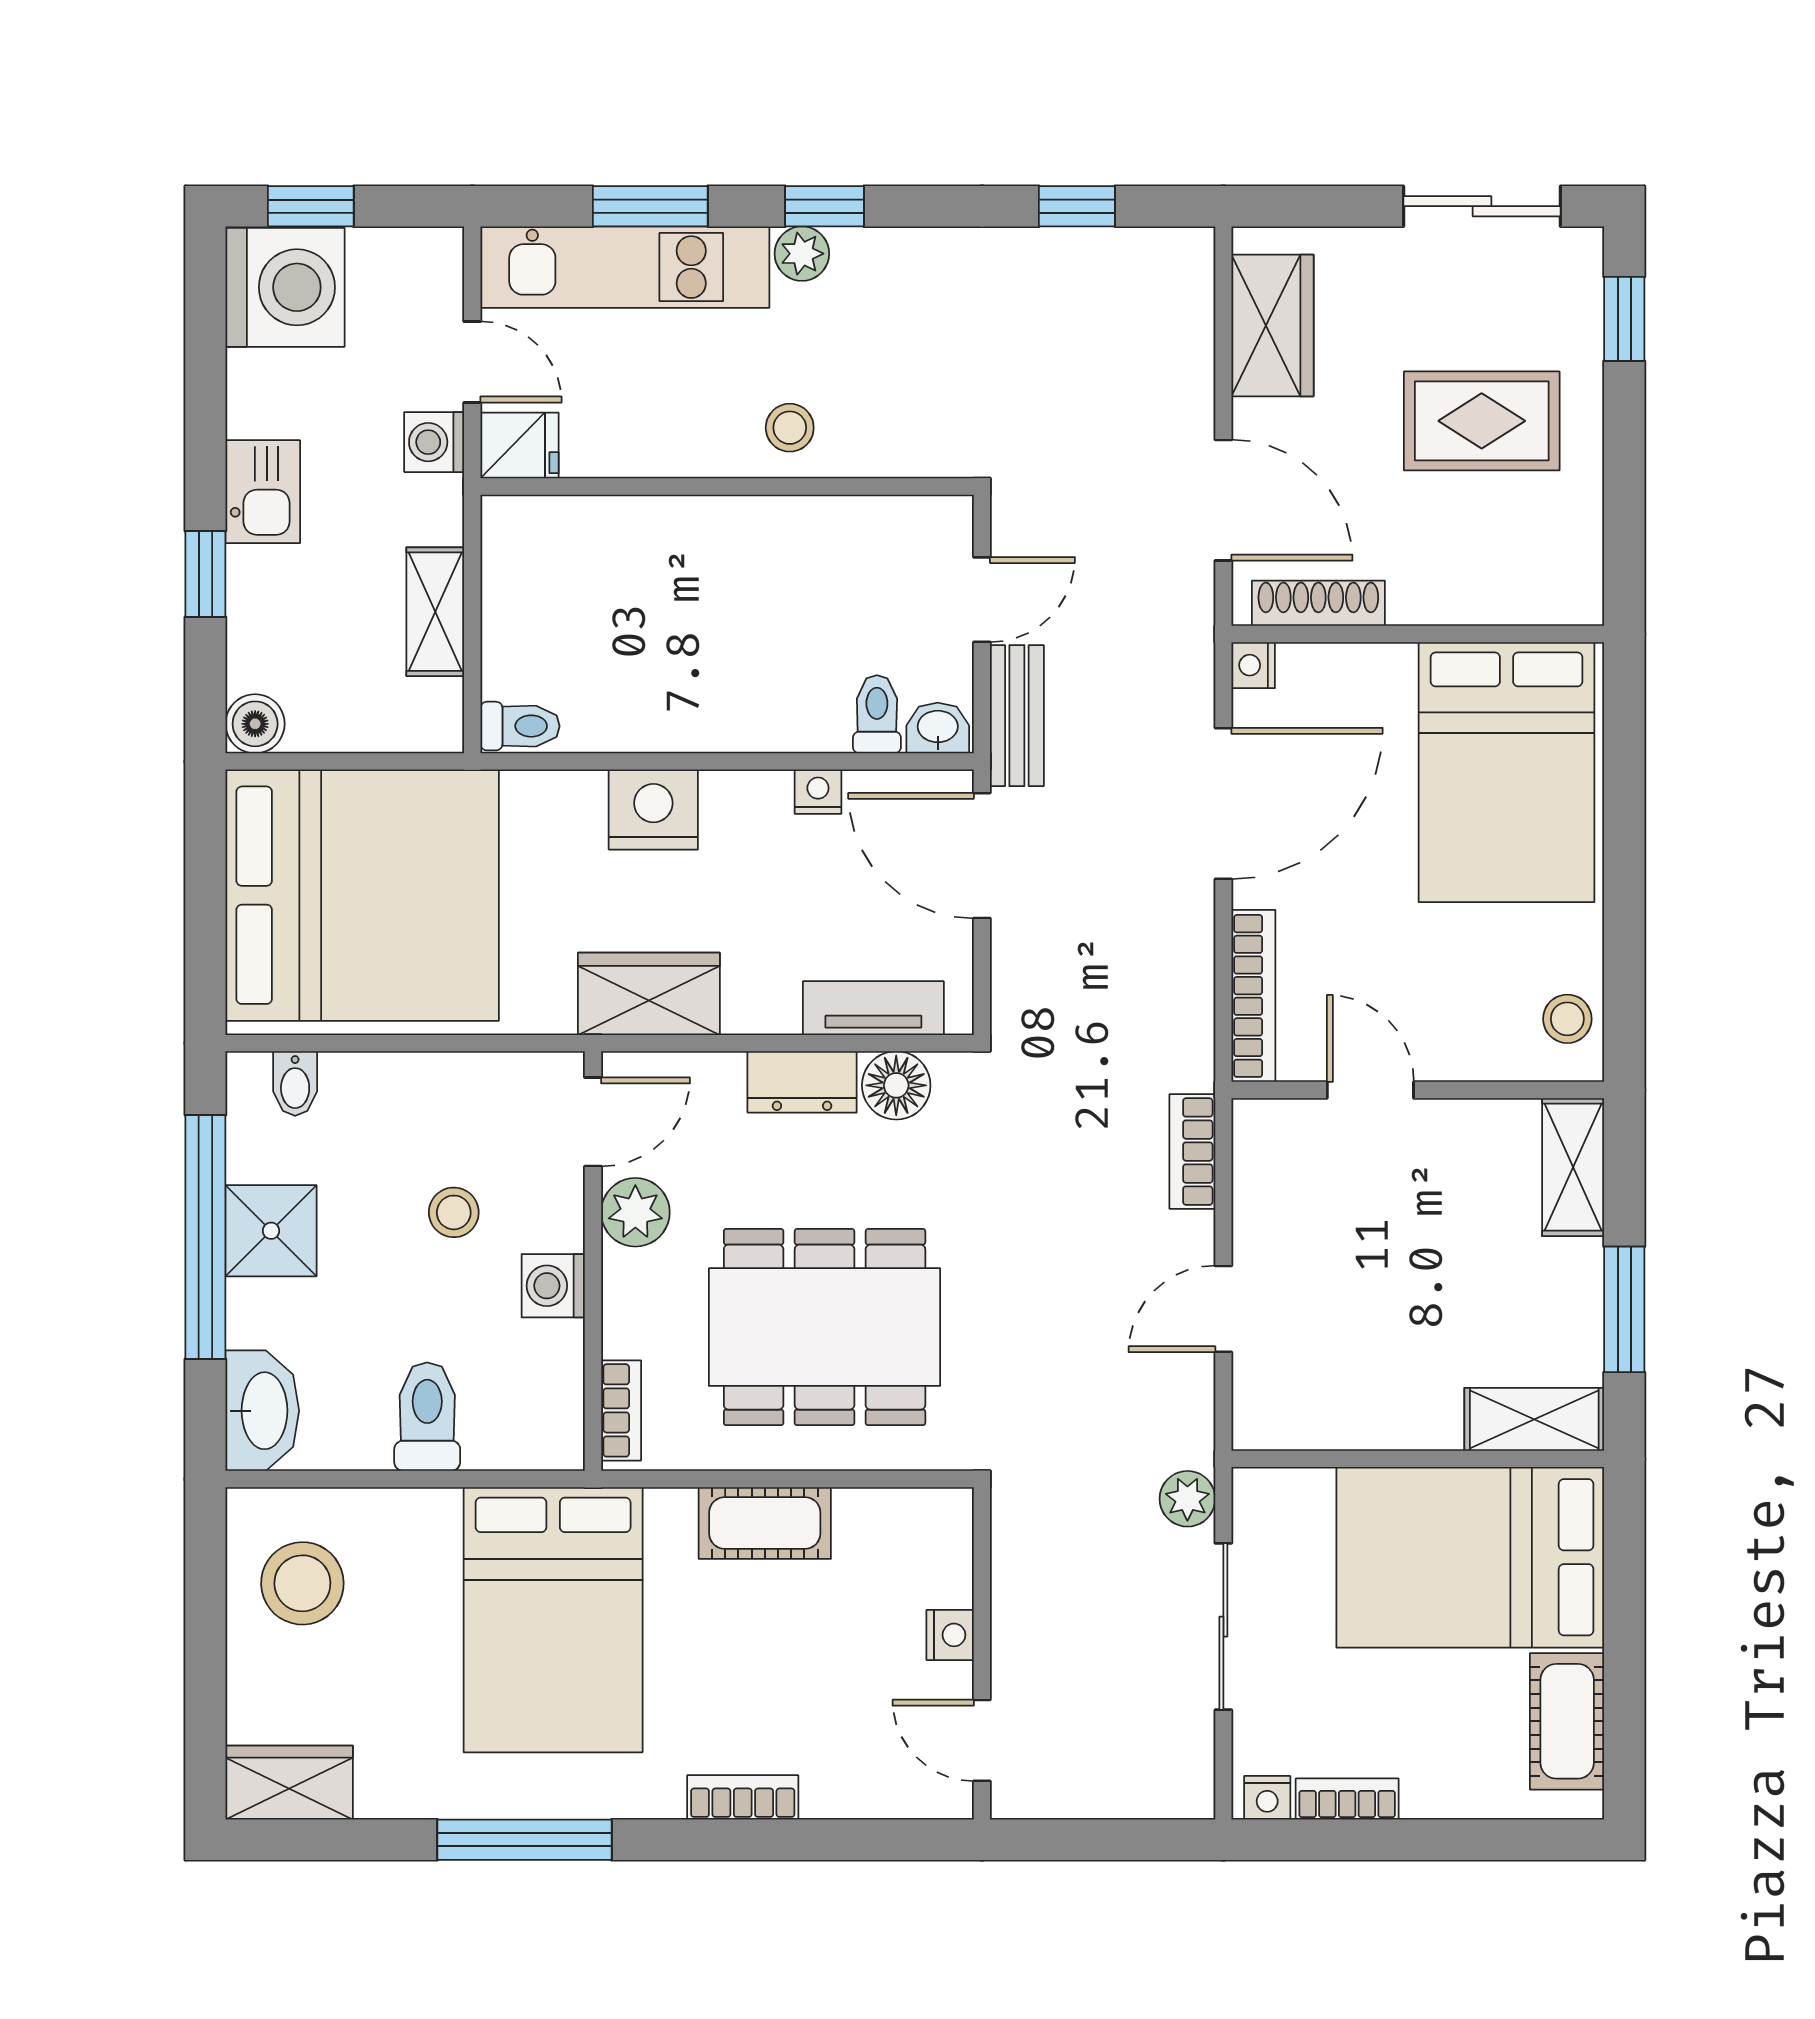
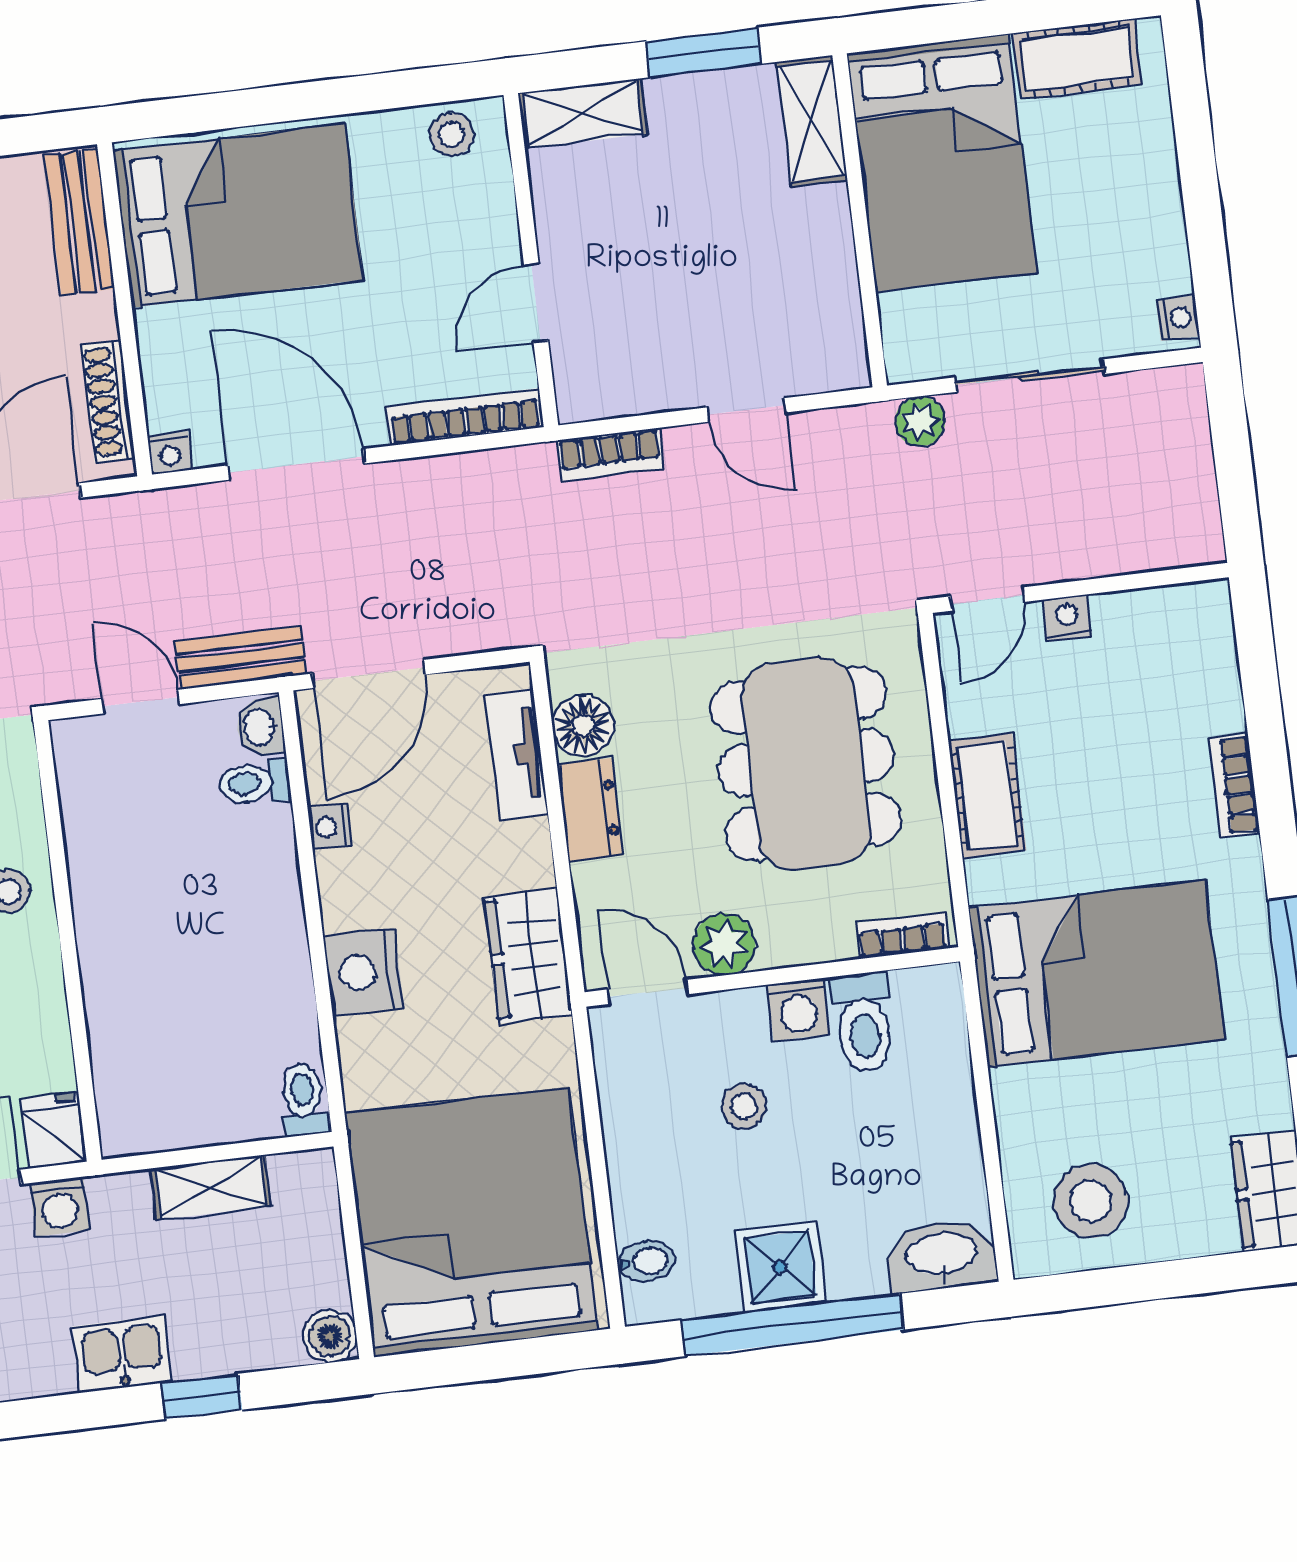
bench: (1520, 596) -> (80, 222), added
toilet: (427, 1417) -> (863, 1022), moved, turned -90
door: (982, 1740) -> (988, 599), moved
bookcase: (1347, 1799) -> (1170, 247), removed

